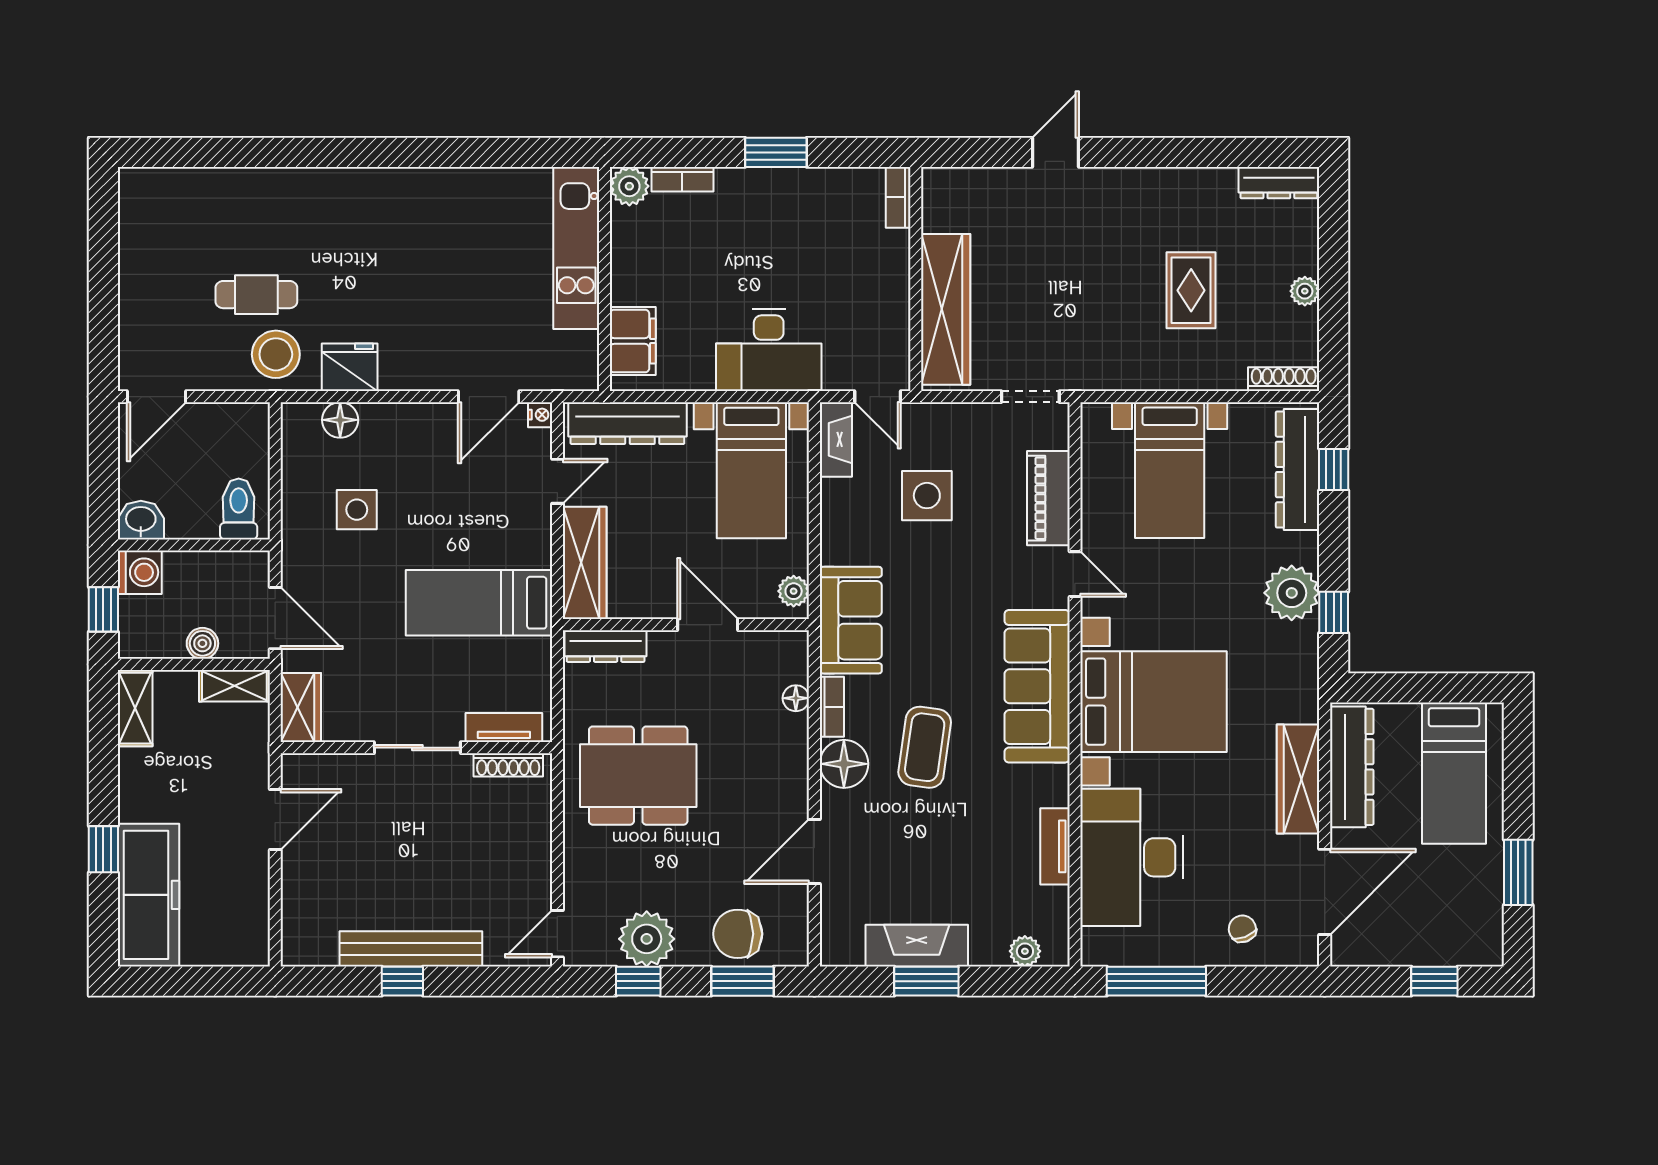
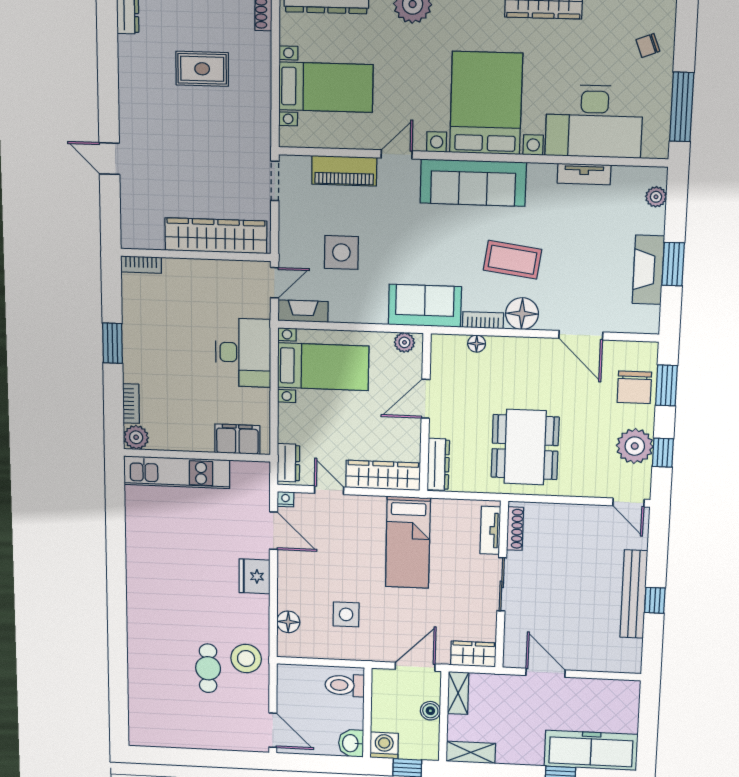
fridge: (350, 367) -> (254, 576), moved
dresser: (627, 423) -> (288, 463), width x0.51, depth x0.80

